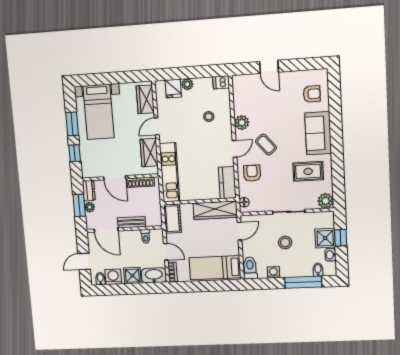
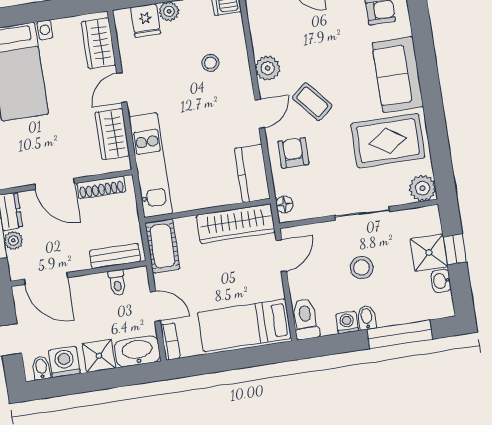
rug: (308, 171) -> (388, 141), width x1.36, depth x1.43
bench: (132, 222) -> (115, 256), moved
bidet: (318, 270) -> (367, 318), moved

